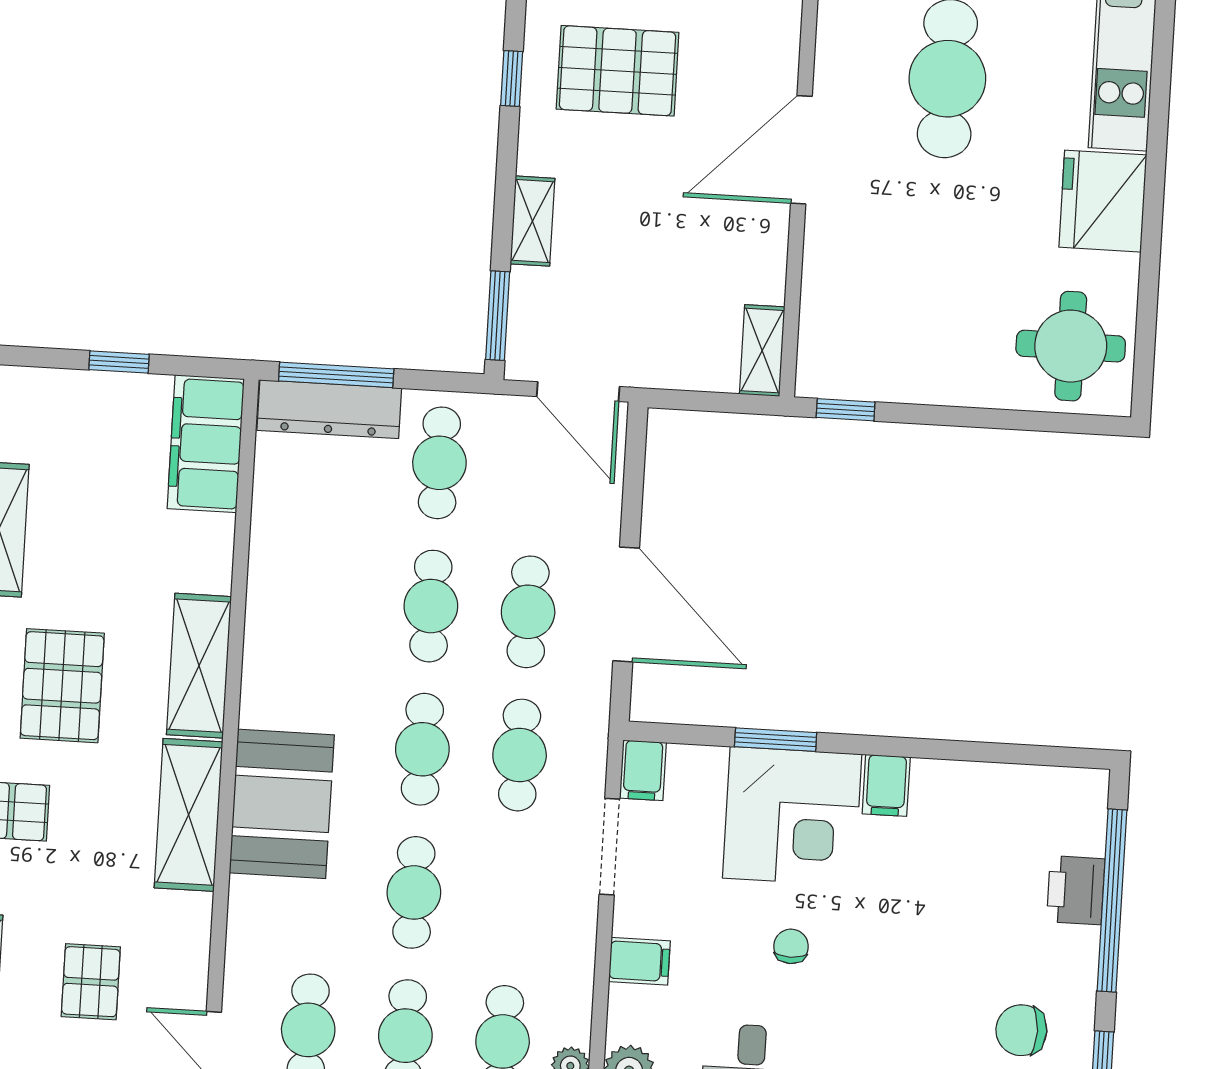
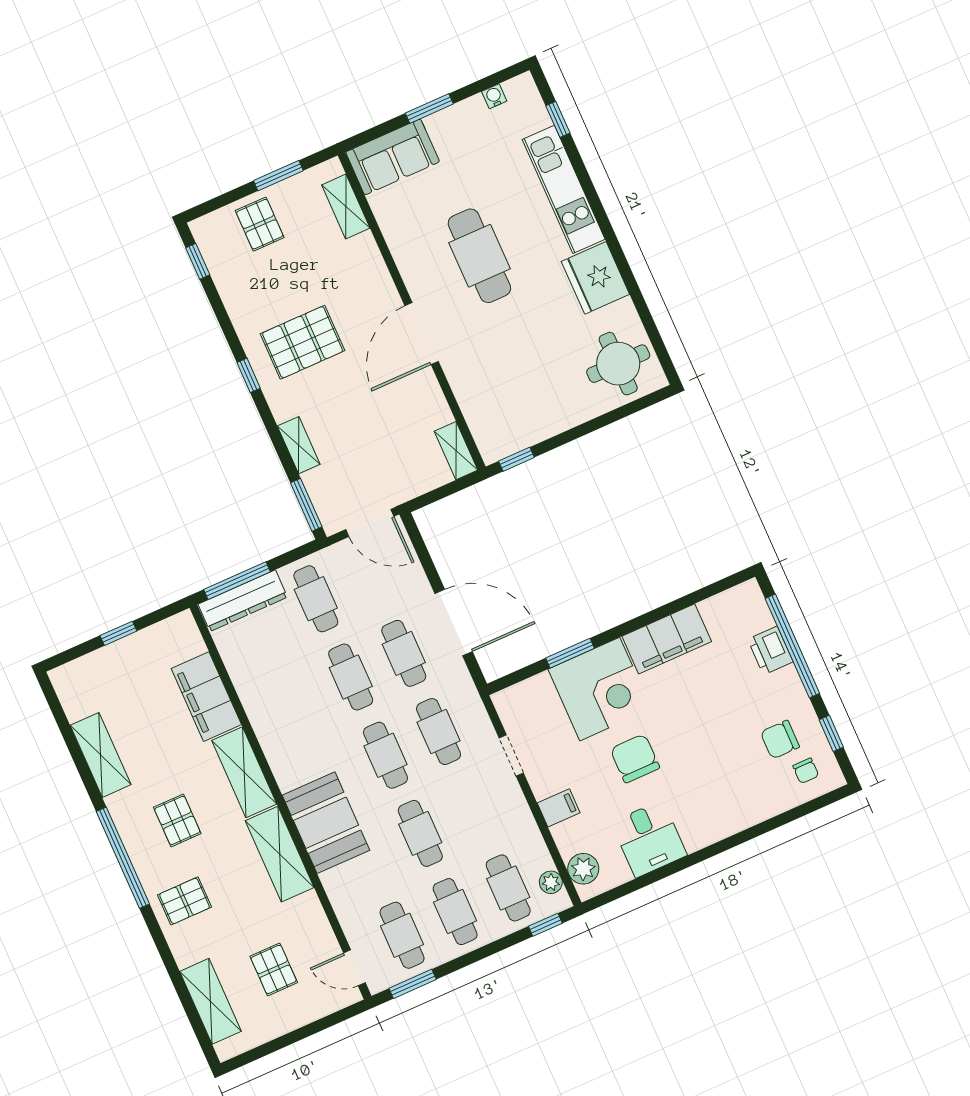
filing cabinet: (206, 444) -> (206, 697), moved
pallet: (62, 686) -> (177, 820), width x0.67, depth x0.71
filing cabinet: (643, 770) -> (508, 706), removed
filing cabinet: (886, 785) -> (667, 639), width x3.00, depth x1.17
doorway: (609, 847) -> (511, 755), width x0.73
chair: (791, 946) -> (635, 758), width x1.87, depth x1.87

